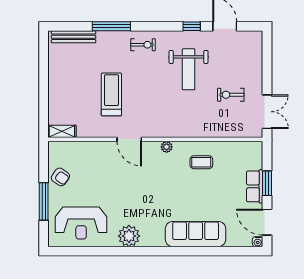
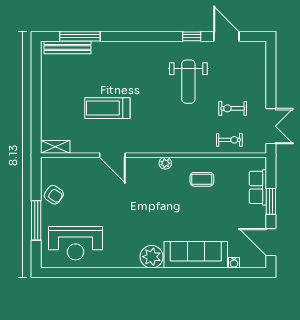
window: (111, 26) -> (80, 36), moved
exercise bike: (143, 45) -> (229, 140), moved
treadmill: (111, 94) -> (107, 108), turned -90
door: (129, 139) -> (112, 155), moved
row of seats: (255, 186) -> (258, 187), moved
plant: (129, 236) -> (152, 257), moved
water cooler: (258, 242) -> (234, 263), moved

